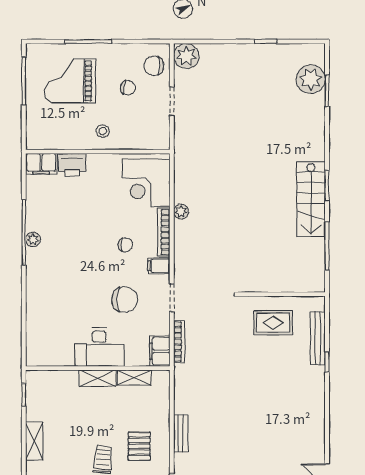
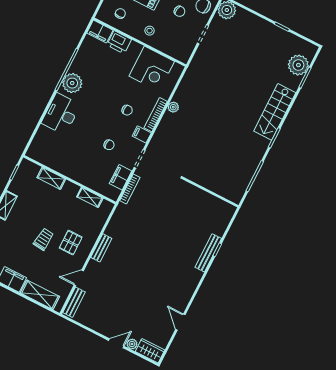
chair: (55, 128) -> (120, 13), added
corner desk: (146, 183) -> (152, 69), moved, turned -90
stairs: (311, 199) -> (275, 112), moved
plant: (33, 239) -> (72, 83), width x1.88, depth x1.88
chair: (125, 300) -> (109, 145), width x0.54, depth x0.54
rug: (273, 323) -> (196, 208), removed
bench: (318, 338) -> (208, 253), moved
desk: (99, 347) -> (61, 114), moved, turned 90
filing cabinet: (160, 351) -> (121, 177), moved
shelving: (97, 378) -> (51, 178), moved

